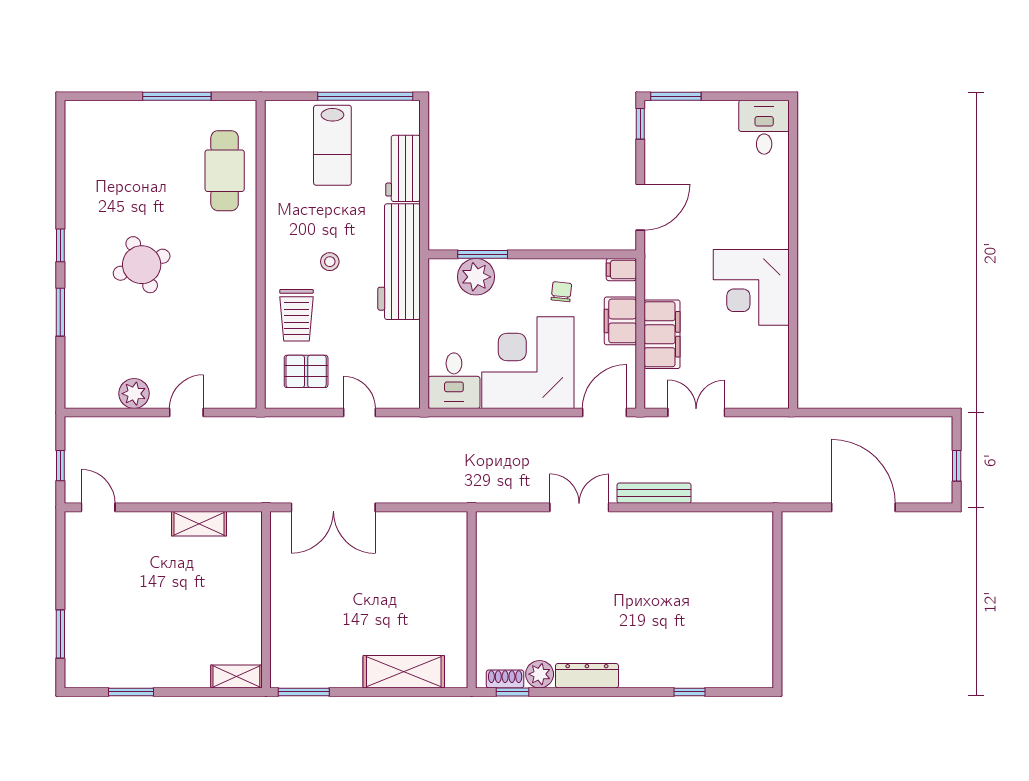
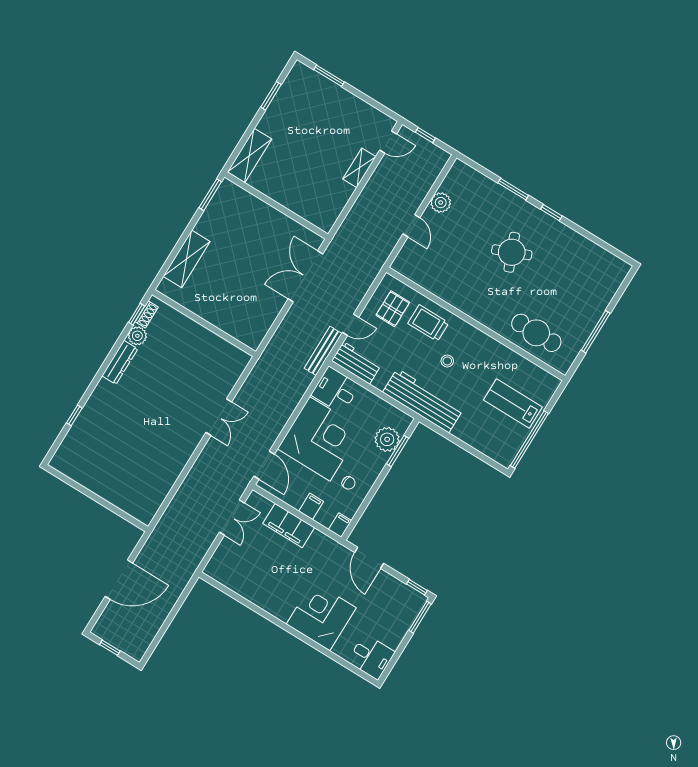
workbench: (403, 168) -> (356, 363), moved
corner desk: (751, 287) -> (321, 616), moved
filing cabinet: (620, 321) -> (311, 506), width x0.50
bench: (654, 493) -> (323, 351), moved
shelving: (199, 524) -> (359, 168), moved
shelving: (236, 676) -> (249, 156), width x1.50, depth x1.33

